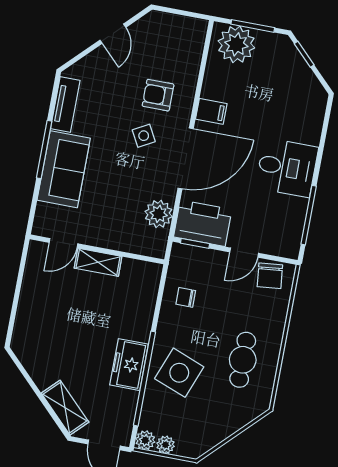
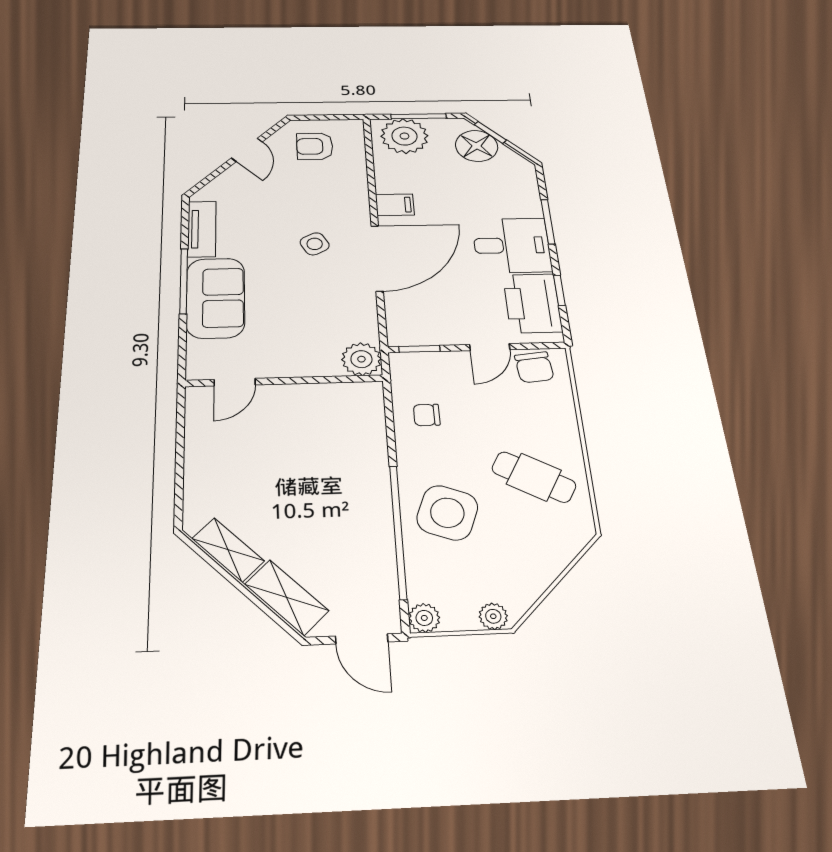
floor lamp: (289, 66) -> (477, 146), added
armchair: (158, 95) -> (315, 146), moved
window: (321, 151) -> (548, 222), added
plant: (159, 214) -> (361, 359), moved
window: (309, 215) -> (559, 290), width x0.46
printer: (203, 223) -> (532, 303), moved, turned -90
shelving: (98, 262) -> (228, 550), moved, turned 45
cafe table: (243, 360) -> (534, 477), turned -61
freezer: (129, 365) -> (370, 517), removed
plant: (166, 445) -> (493, 616), moved

